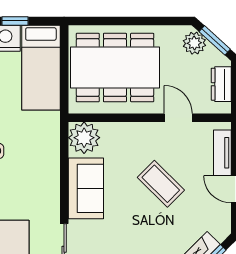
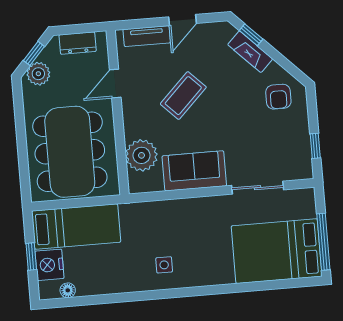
window: (215, 40) -> (34, 53), width x0.67
plant: (84, 138) -> (142, 155), moved

